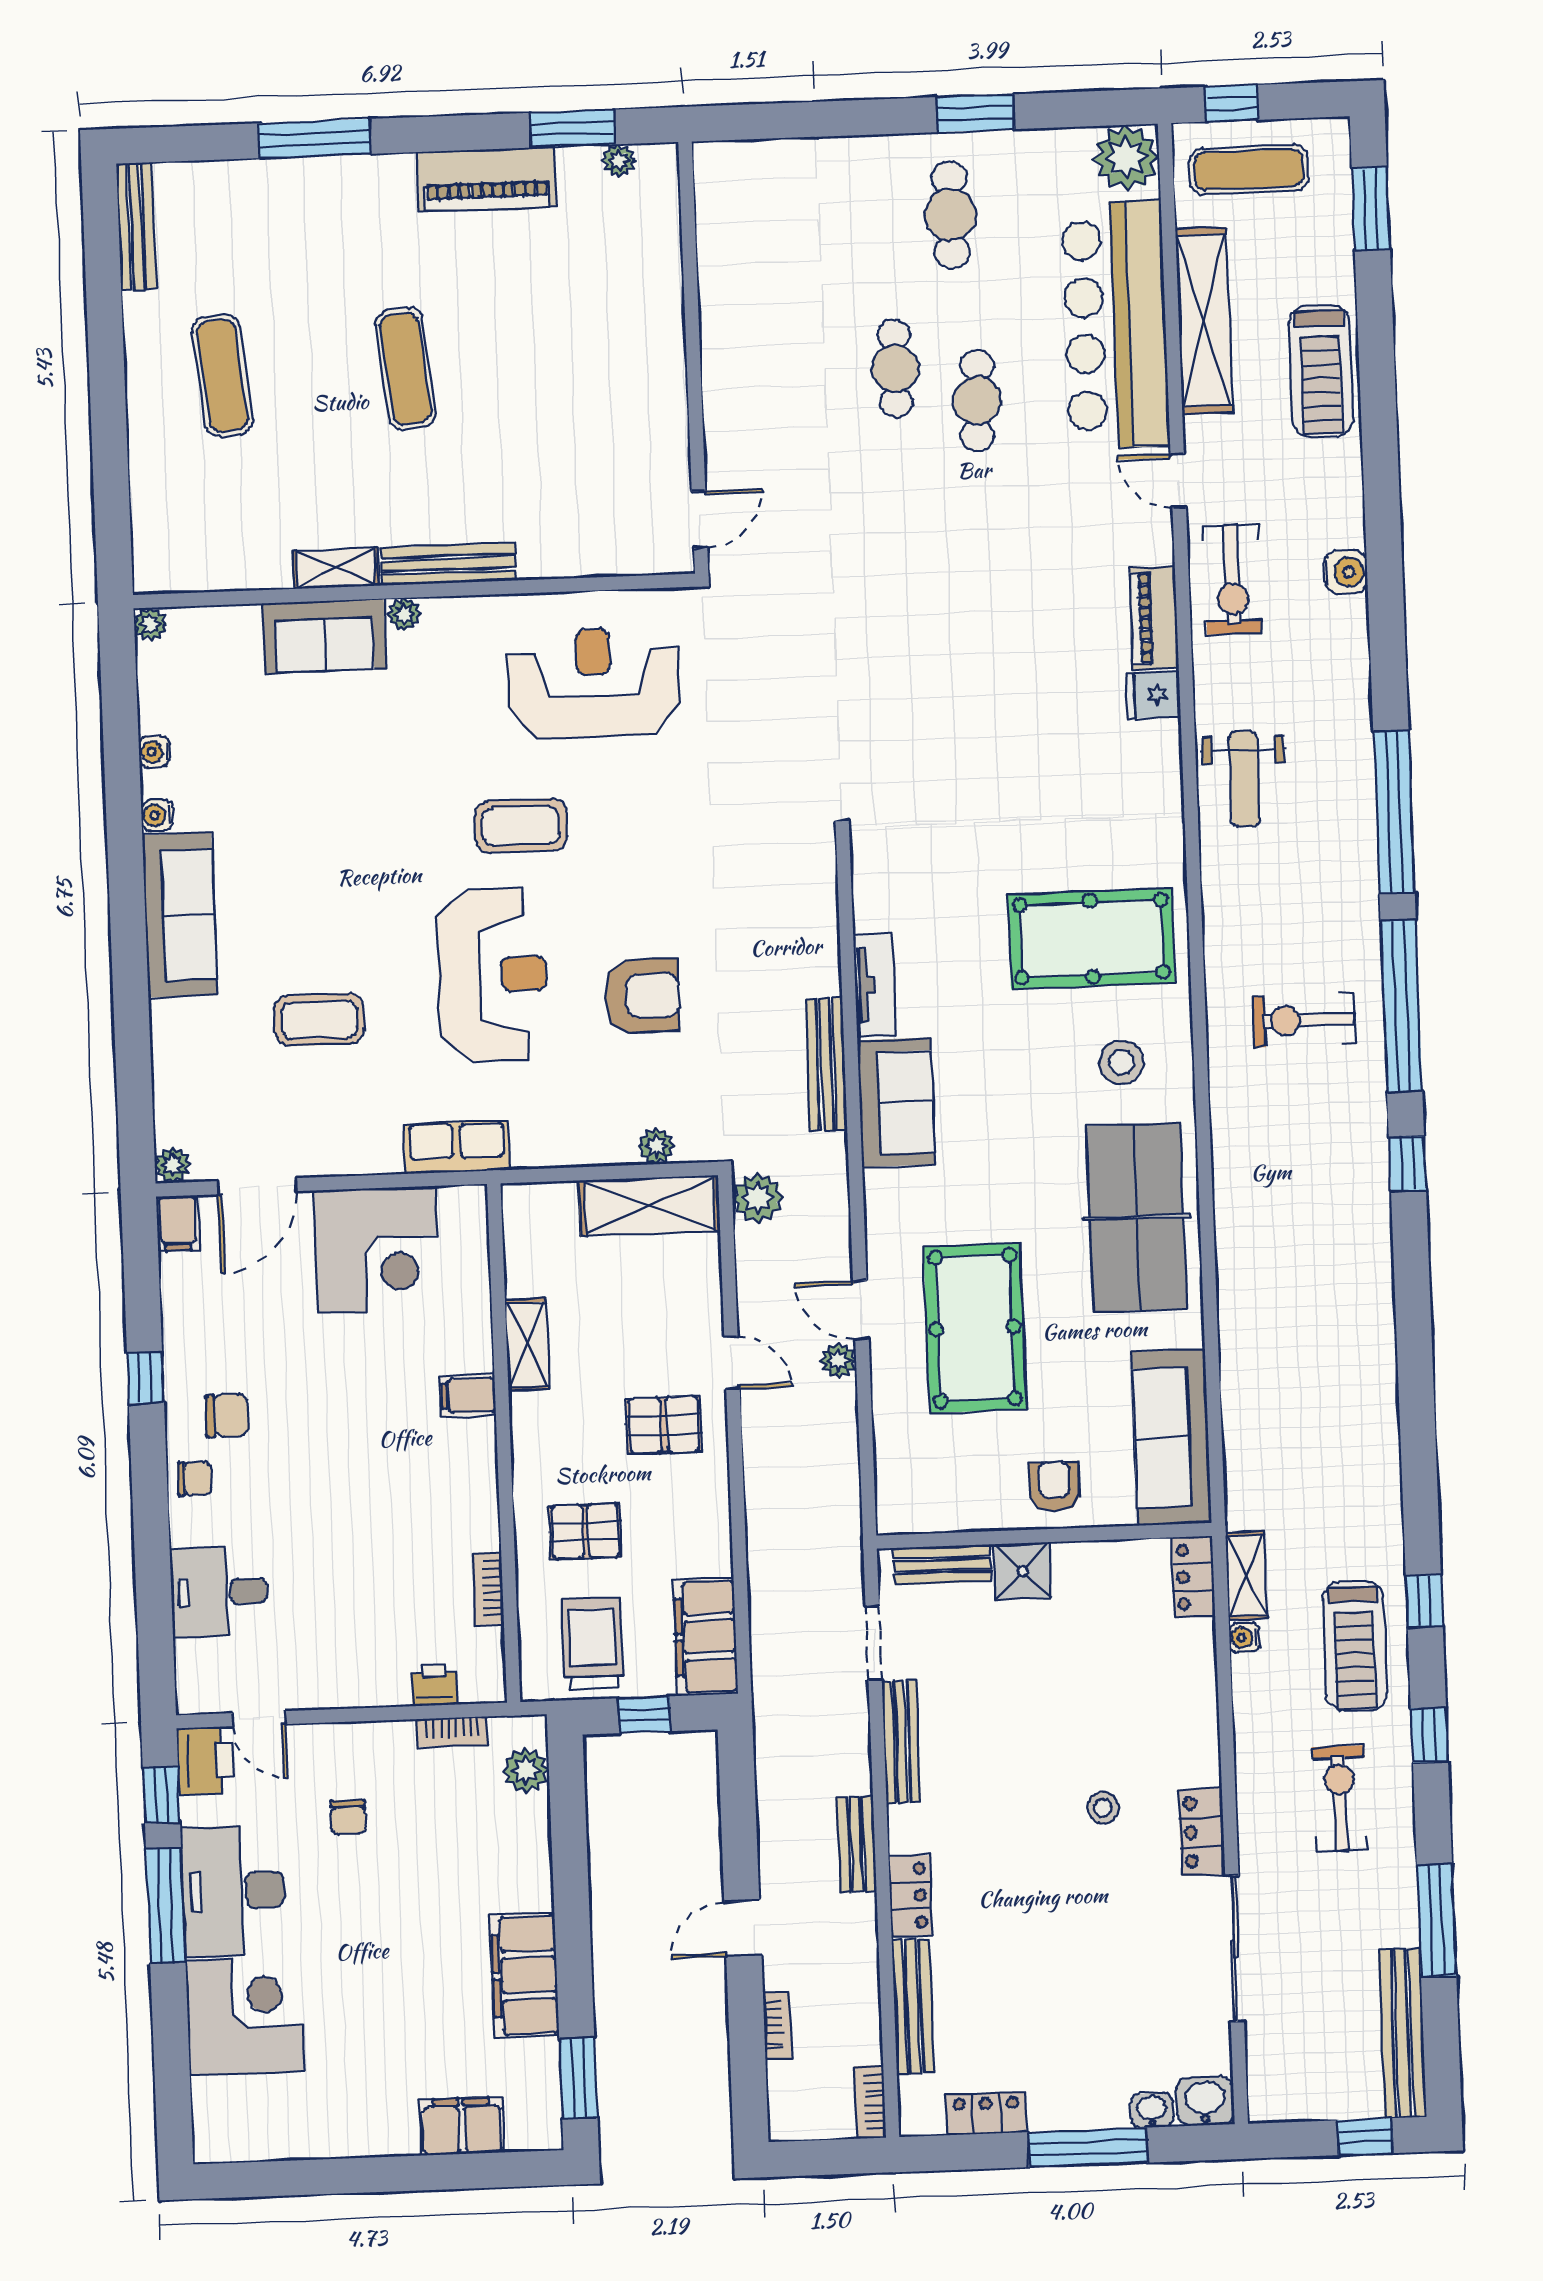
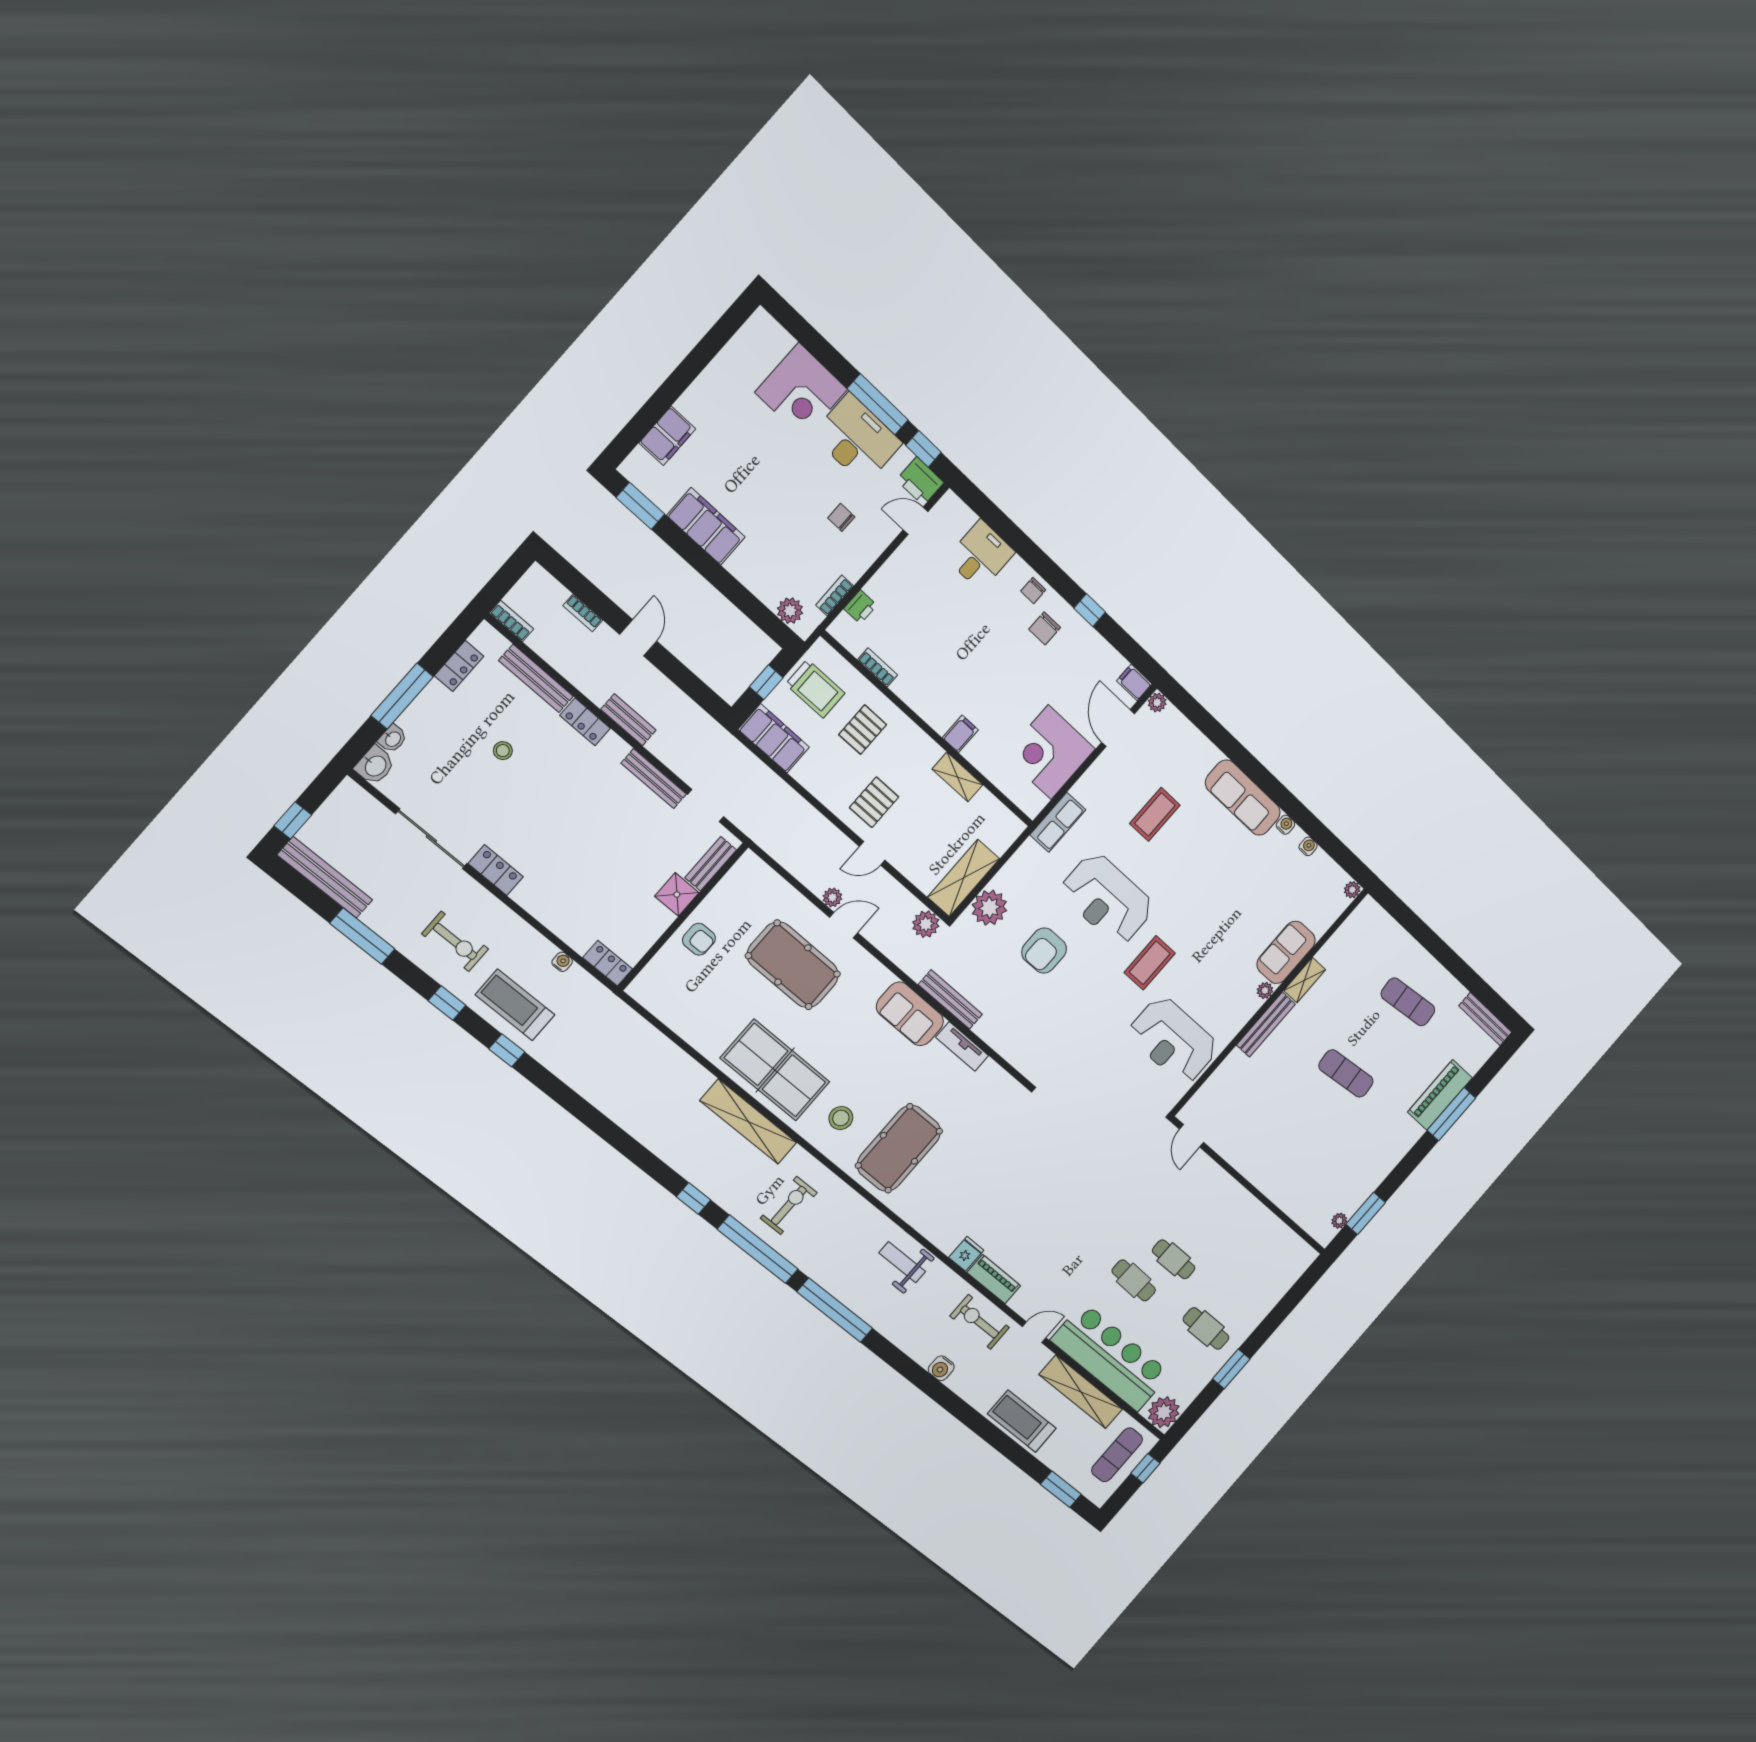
piano: (486, 179) -> (1440, 1095), moved
reception desk: (594, 683) -> (1173, 1040), turned 90
plant: (656, 1146) -> (989, 908), width x1.88, depth x1.88
sofa: (1171, 1437) -> (674, 1005), removed
shelving: (1246, 1575) -> (748, 1122), moved, width x2.20, depth x1.33
stool: (1103, 1808) -> (503, 751), moved

